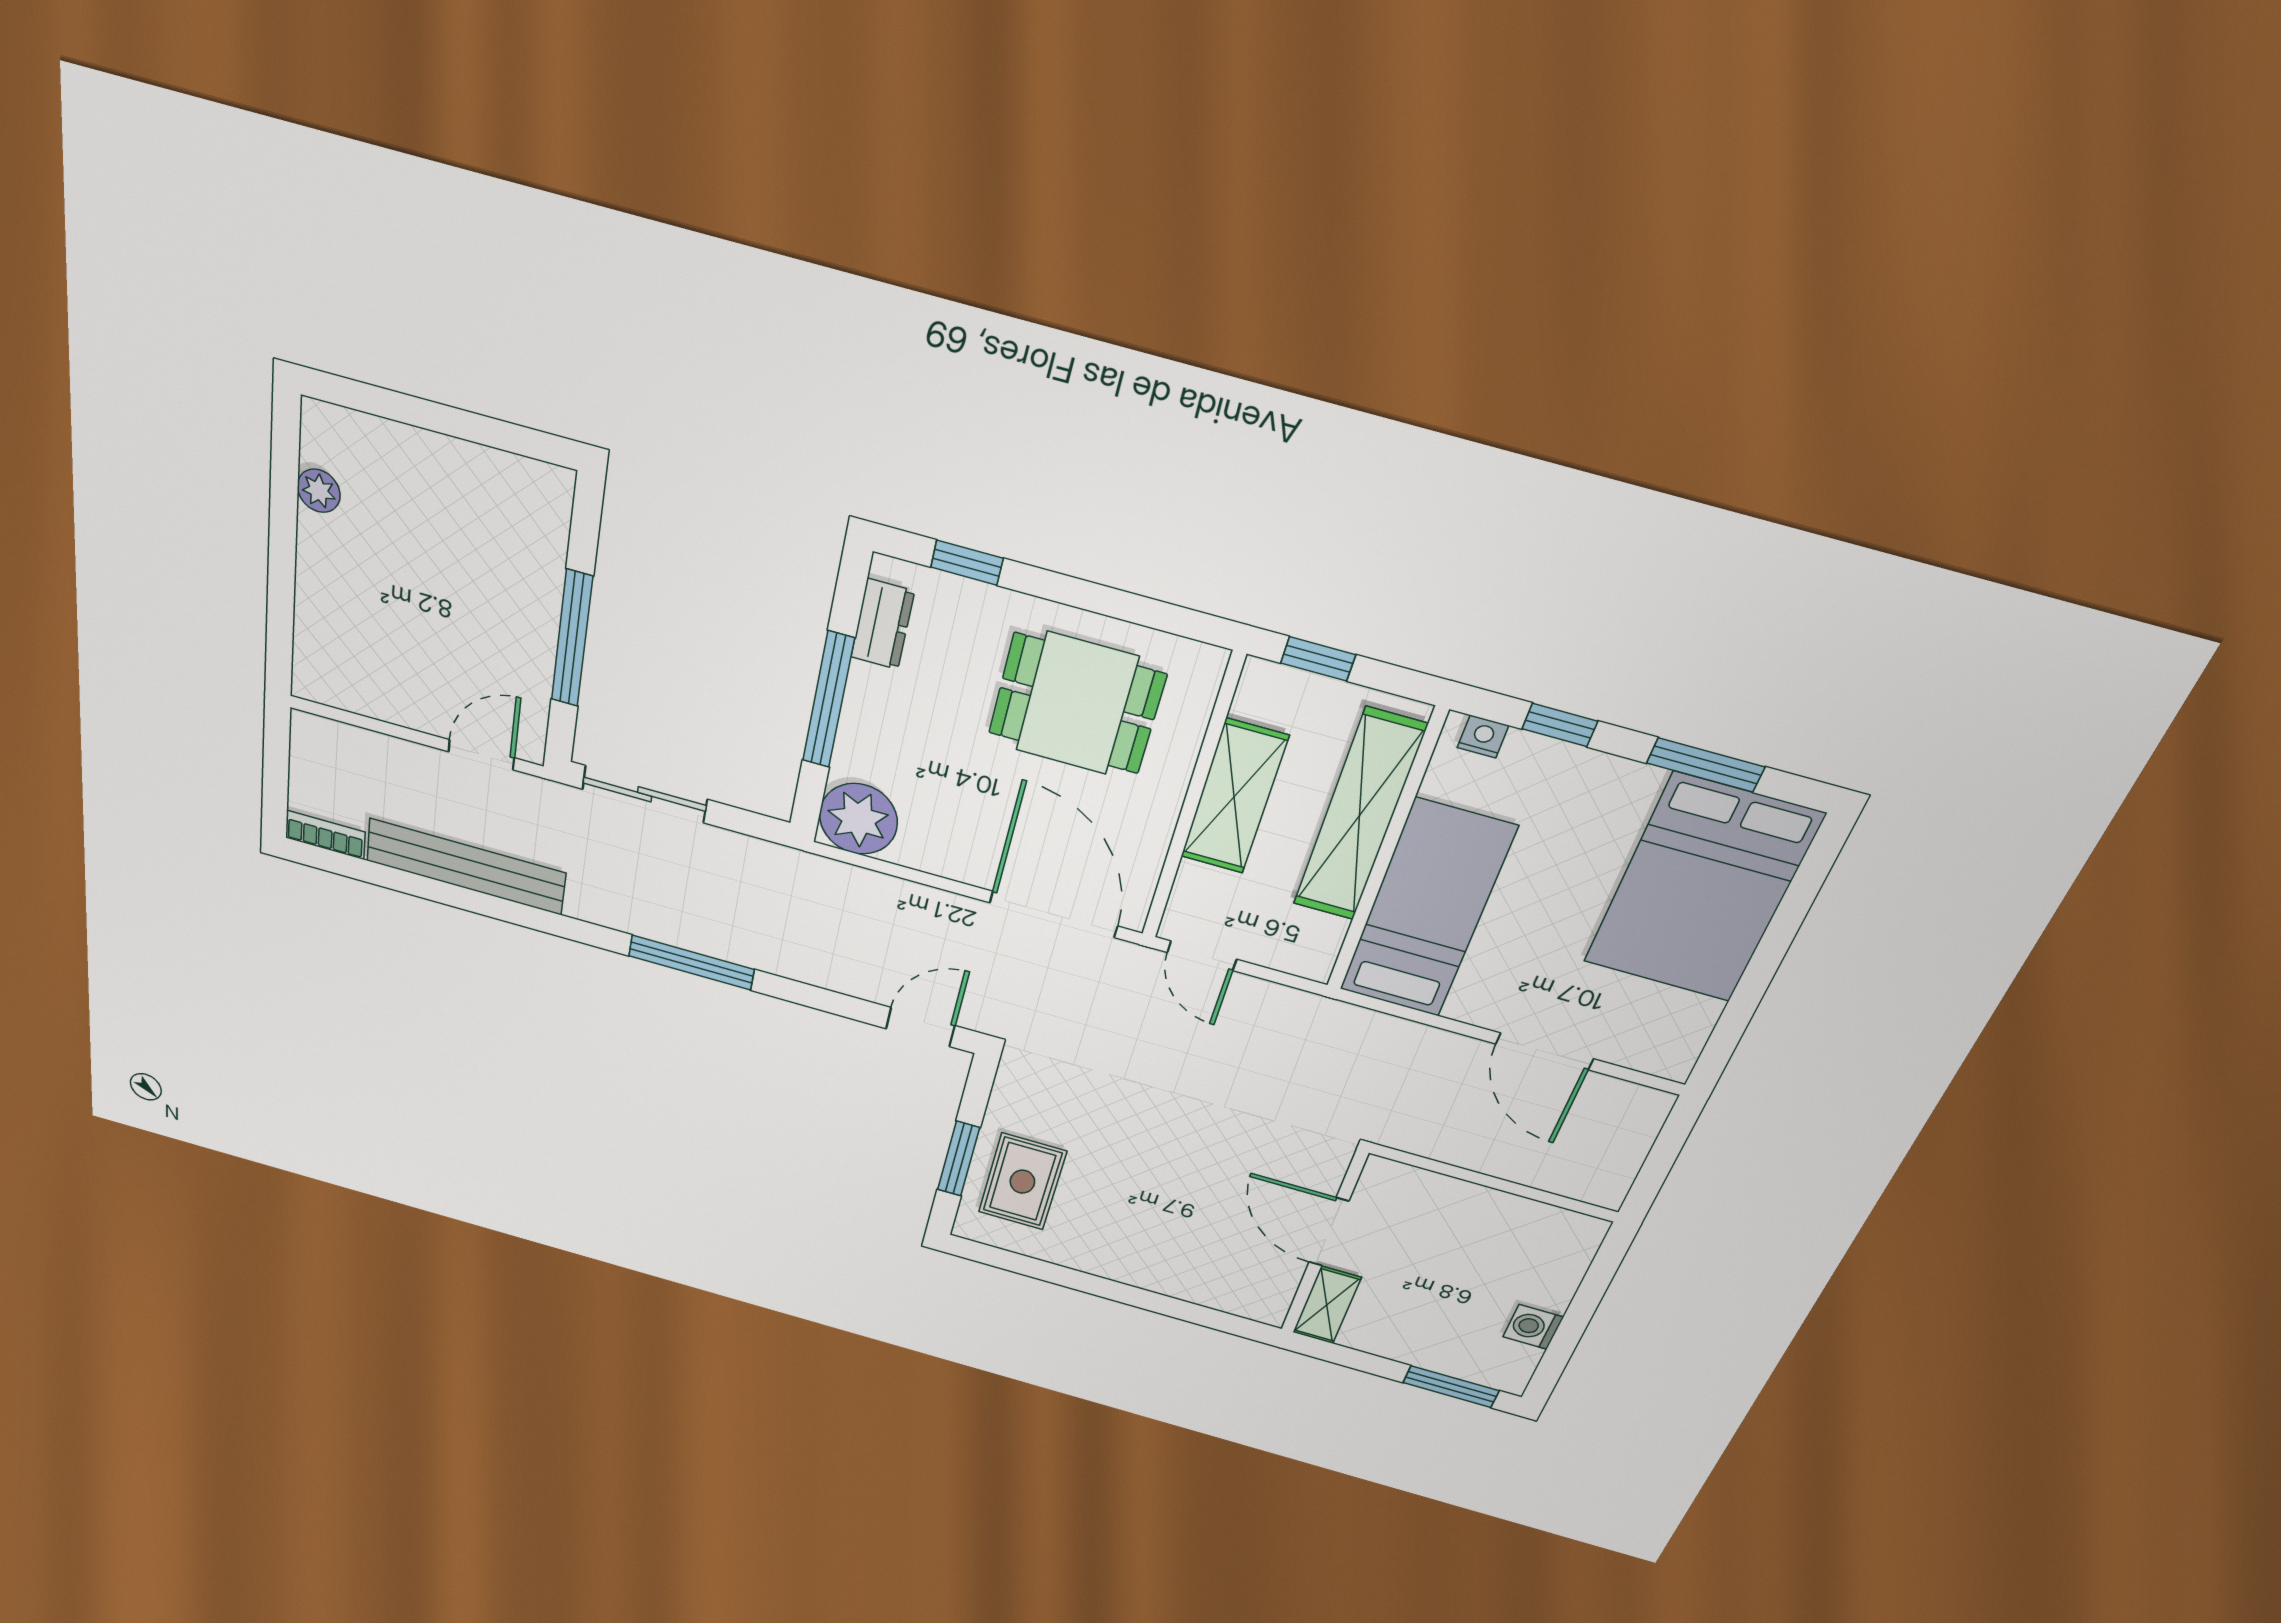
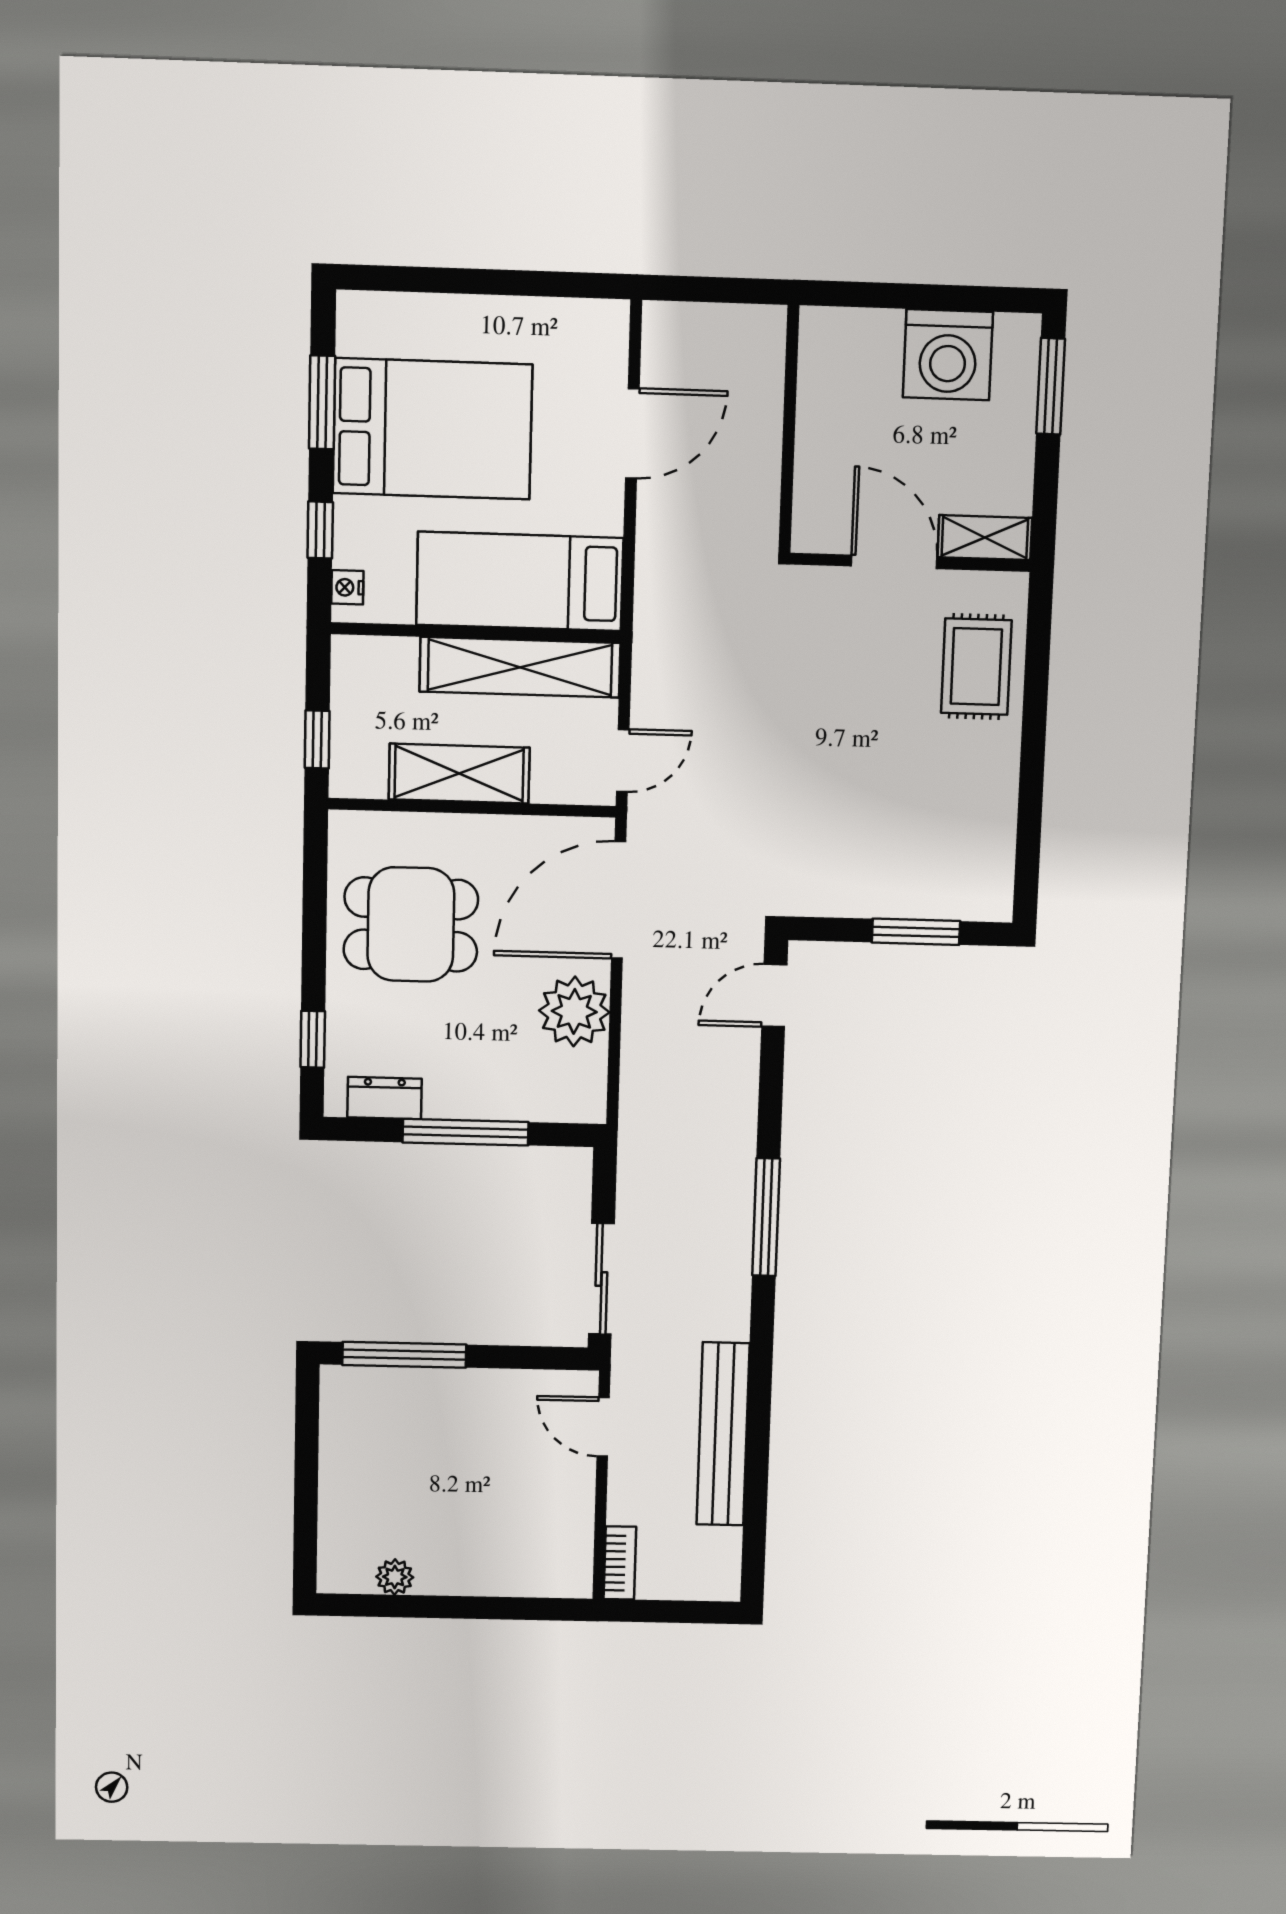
window: (572, 639) -> (404, 1355), moved
dining table: (1077, 704) -> (411, 924), turned 90
shelving: (1359, 816) -> (520, 667), moved
plant: (858, 819) -> (574, 1011), moved
bookcase: (325, 835) -> (620, 1563), moved, turned 180
bed: (1702, 889) -> (432, 429), moved
door: (920, 1027) -> (774, 996), hinge flipped
rug: (1022, 1182) -> (976, 667), moved, turned 90
door: (1329, 1232) -> (894, 562), swing flipped
washing machine: (1533, 1327) -> (948, 355), width x1.89, depth x1.89

